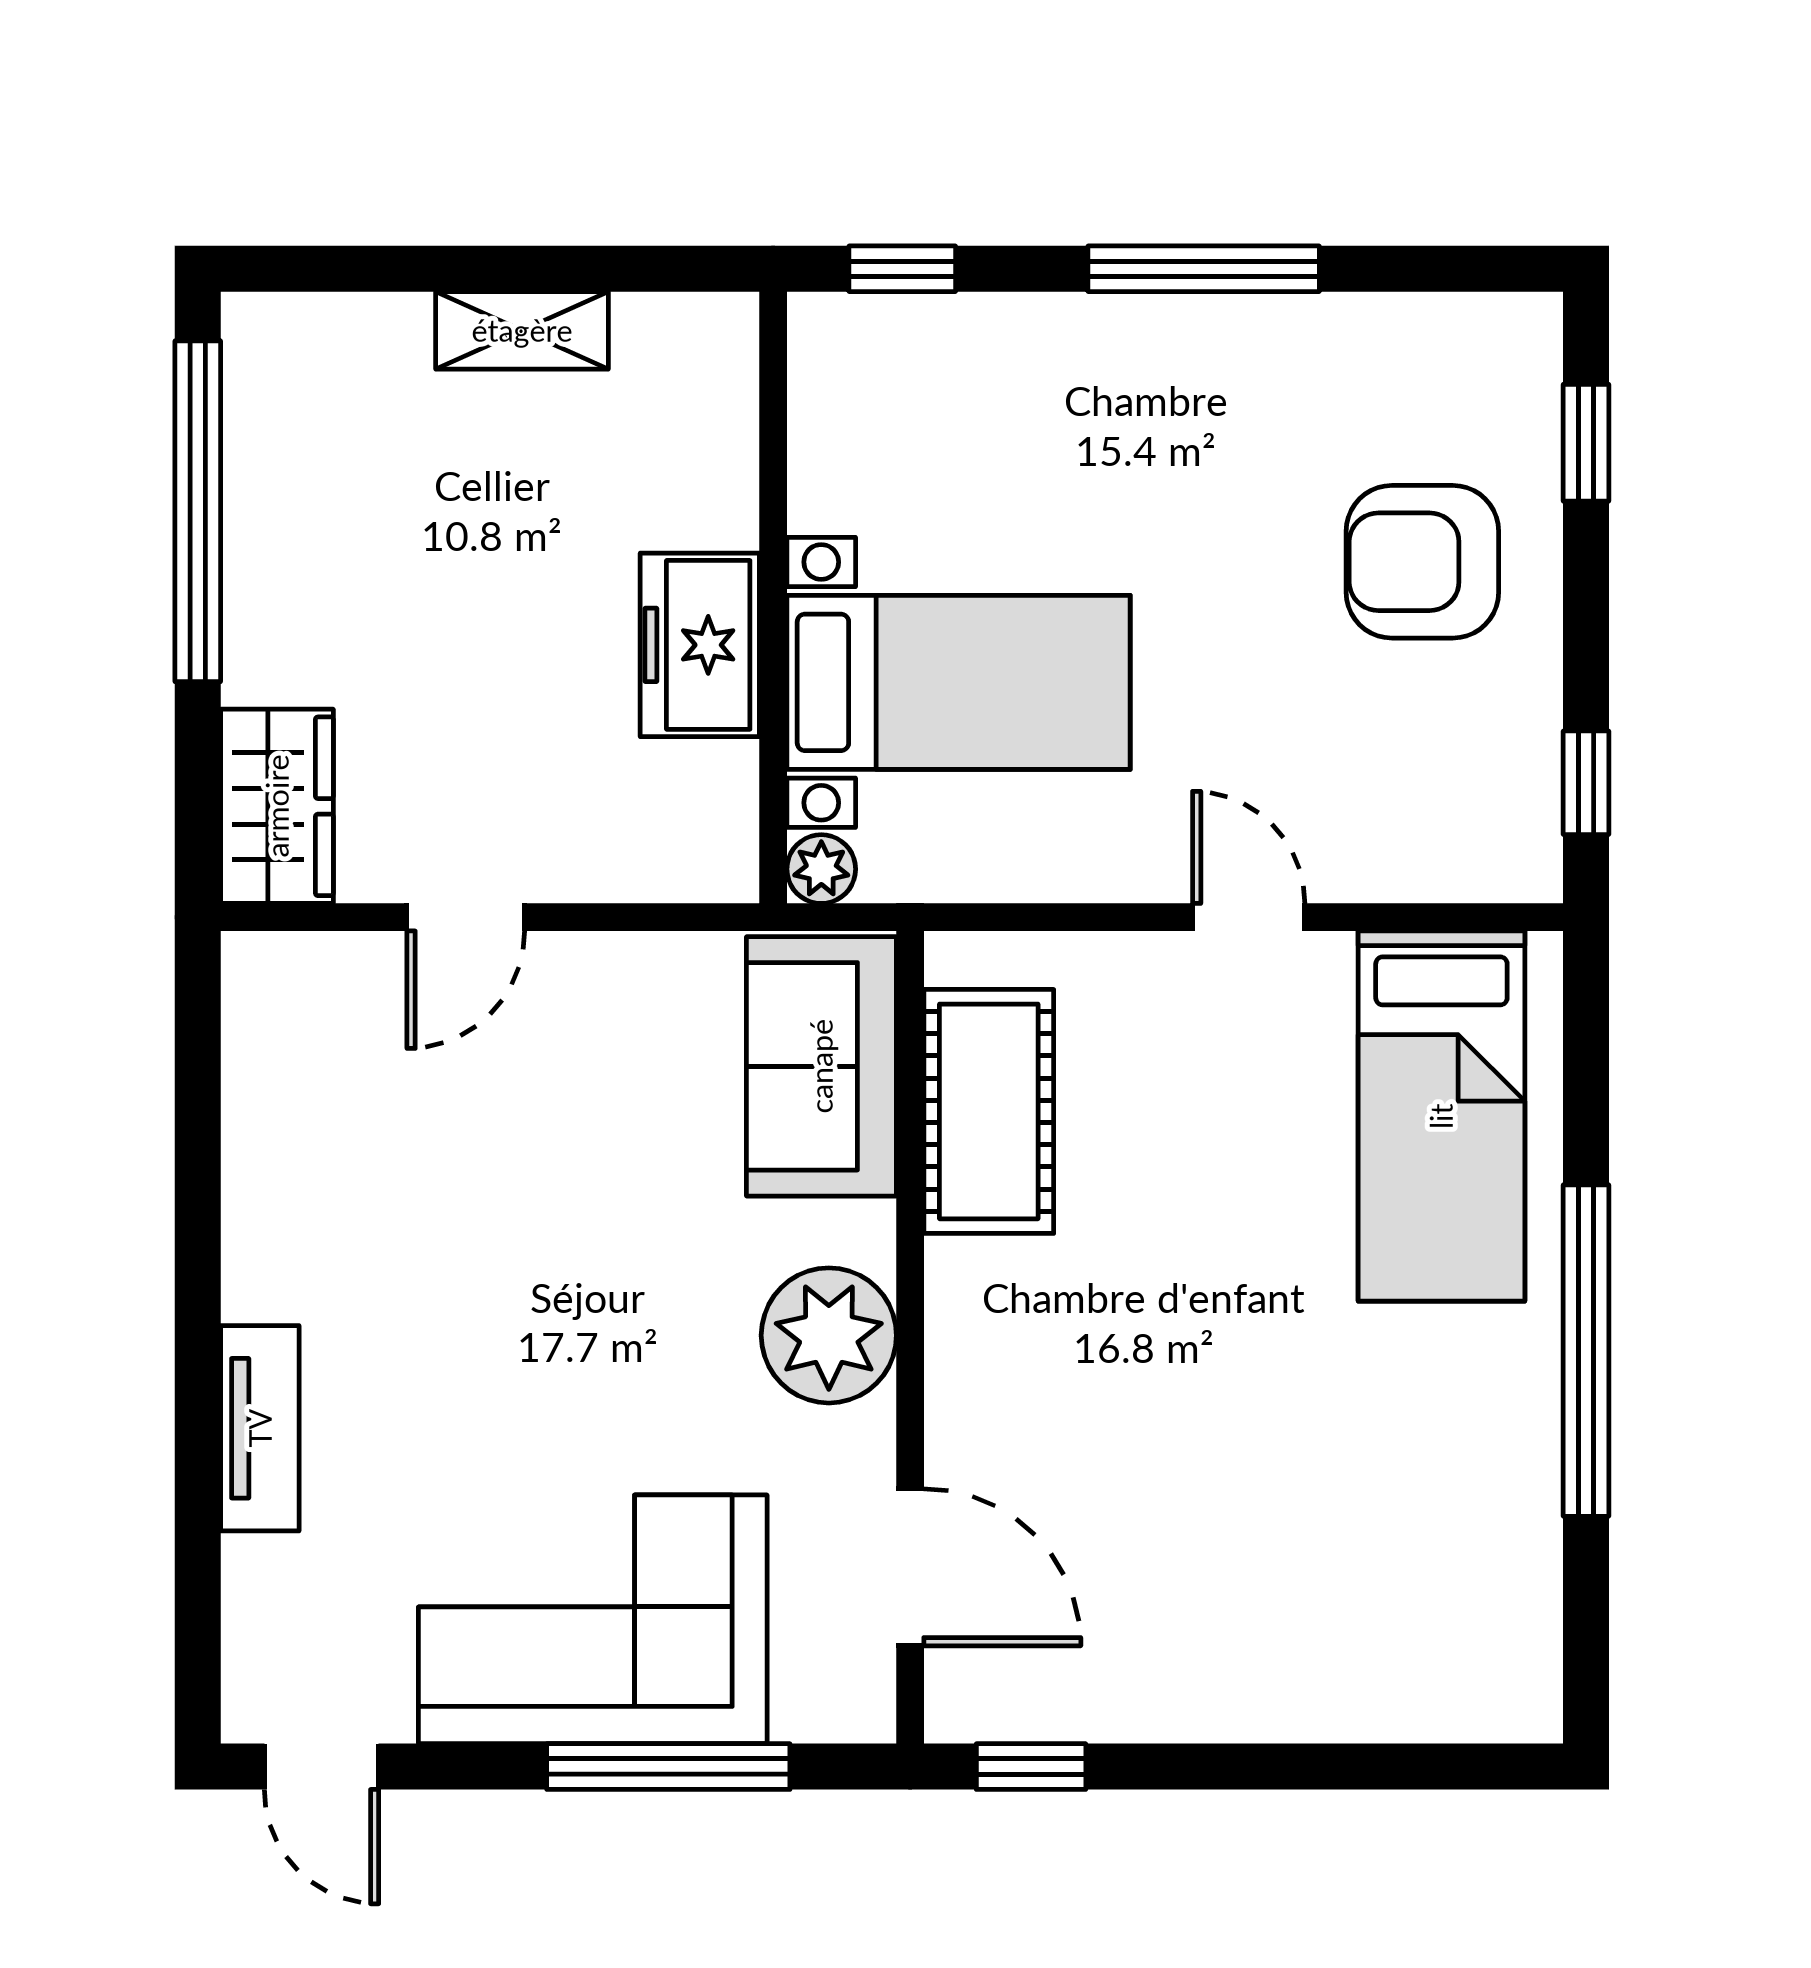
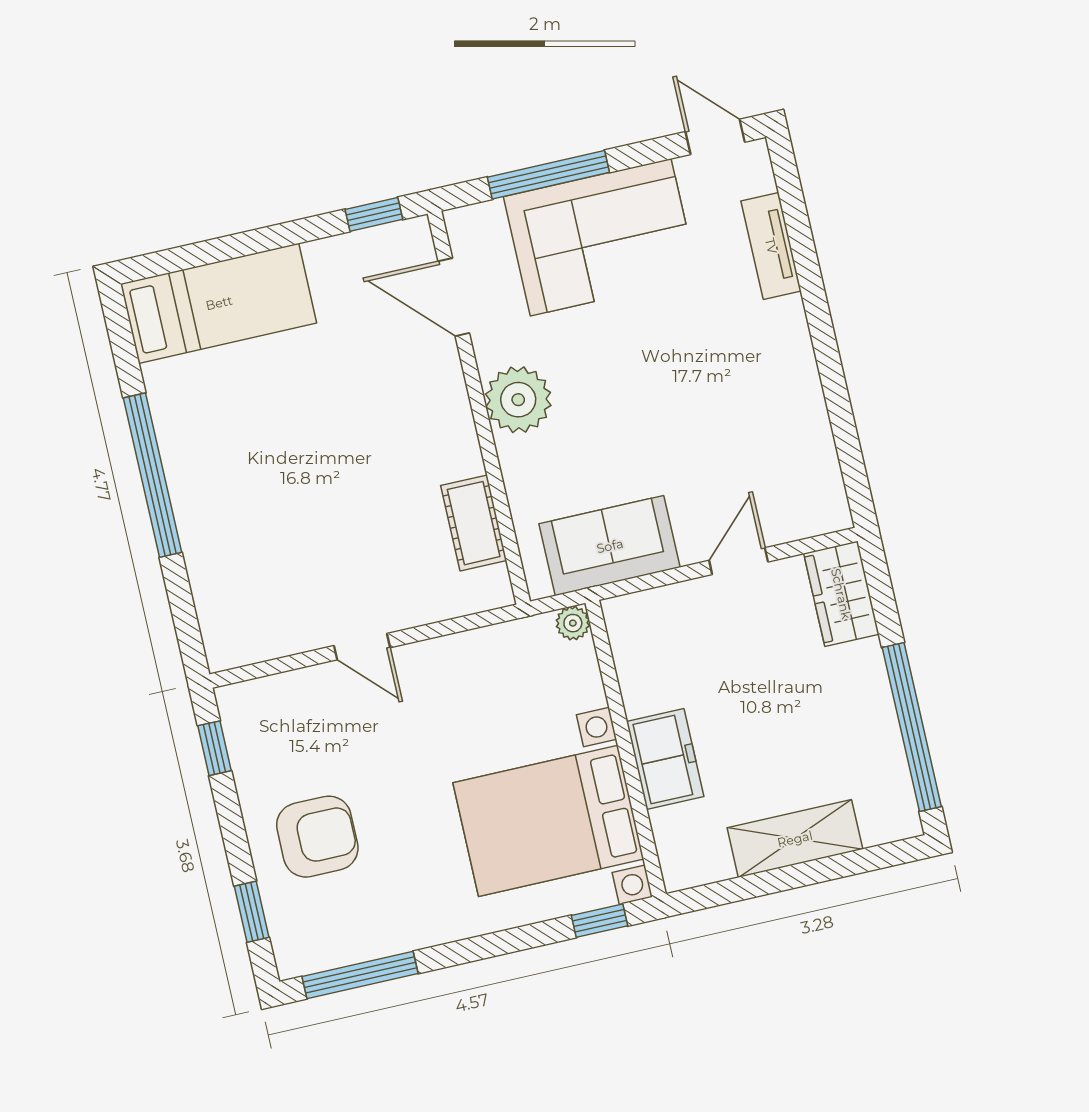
window: (1204, 269) -> (360, 975), moved
shelving: (522, 330) -> (795, 839), width x1.50, depth x1.33
freezer: (700, 645) -> (665, 759), moved
bed with nightstands: (959, 682) -> (548, 821), moved, width x1.36
sofa: (821, 1066) -> (610, 546), moved, turned -90
cot: (989, 1111) -> (474, 523), width x0.73, depth x0.75
bed: (1441, 1116) -> (219, 303), moved, turned 90
tv unit: (260, 1428) -> (771, 246), moved

